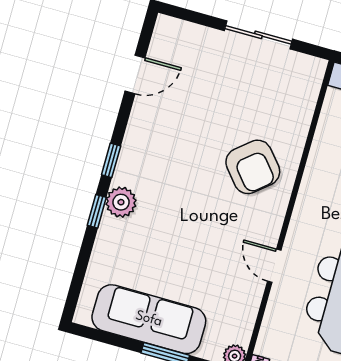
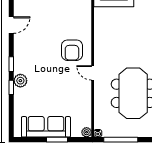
armchair: (253, 167) -> (72, 50), turned 40
door: (274, 266) -> (93, 73), moved

